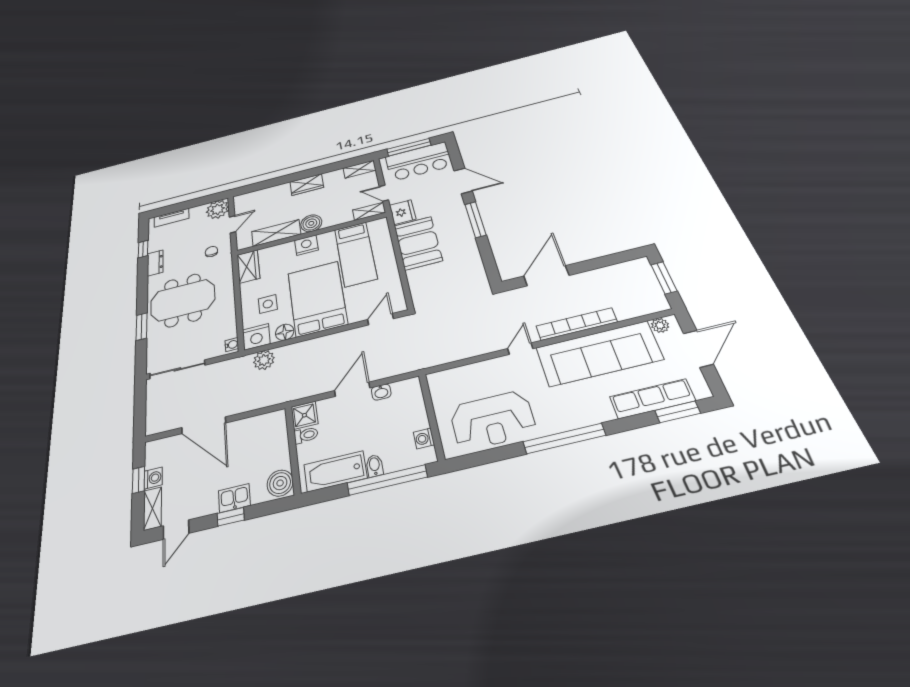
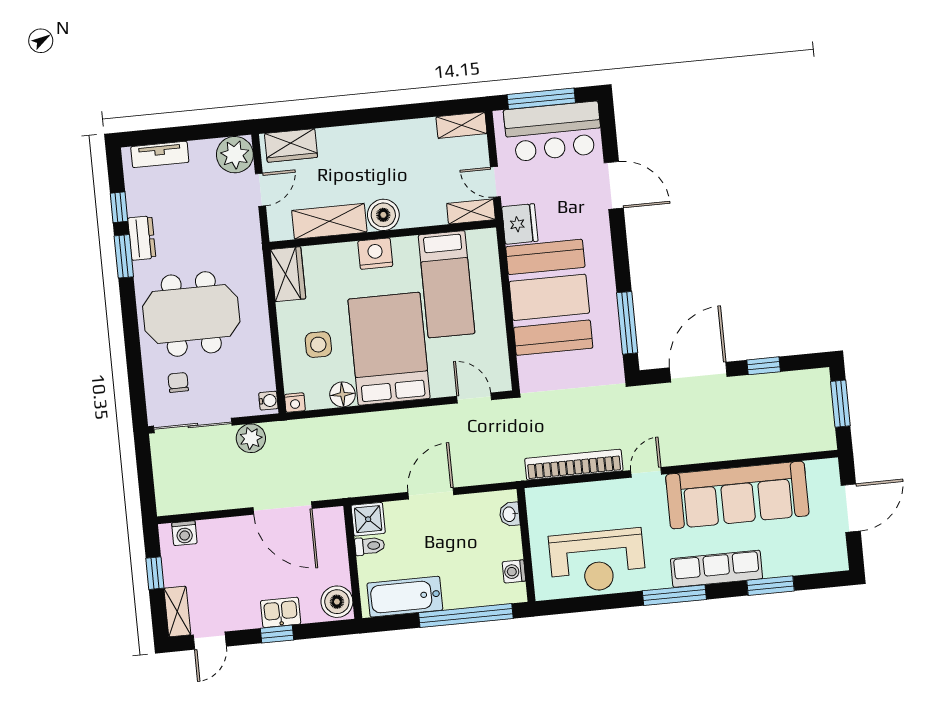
wardrobe: (307, 185) -> (291, 145), moved
window: (475, 220) -> (627, 323), moved
booth: (418, 243) -> (549, 297), width x1.36, depth x1.42
chair: (211, 252) -> (178, 382), moved
window: (596, 264) -> (764, 366), added
door: (380, 319) -> (474, 398), hinge flipped
bookcase: (577, 324) -> (574, 465), moved
plant: (660, 325) -> (817, 470), removed
window: (142, 327) -> (124, 256), moved
nightstand: (256, 337) -> (295, 403), width x0.53, depth x0.56
plant: (264, 360) -> (251, 438), moved
washbasin: (381, 392) -> (510, 514), moved, turned 90
row of seats: (652, 399) -> (717, 569), moved
window: (678, 412) -> (771, 586), moved
door: (204, 425) -> (282, 508), moved
window: (564, 438) -> (674, 595), width x0.68
bidet: (375, 466) -> (452, 596), removed
washing machine: (153, 478) -> (184, 533), moved, turned 90

